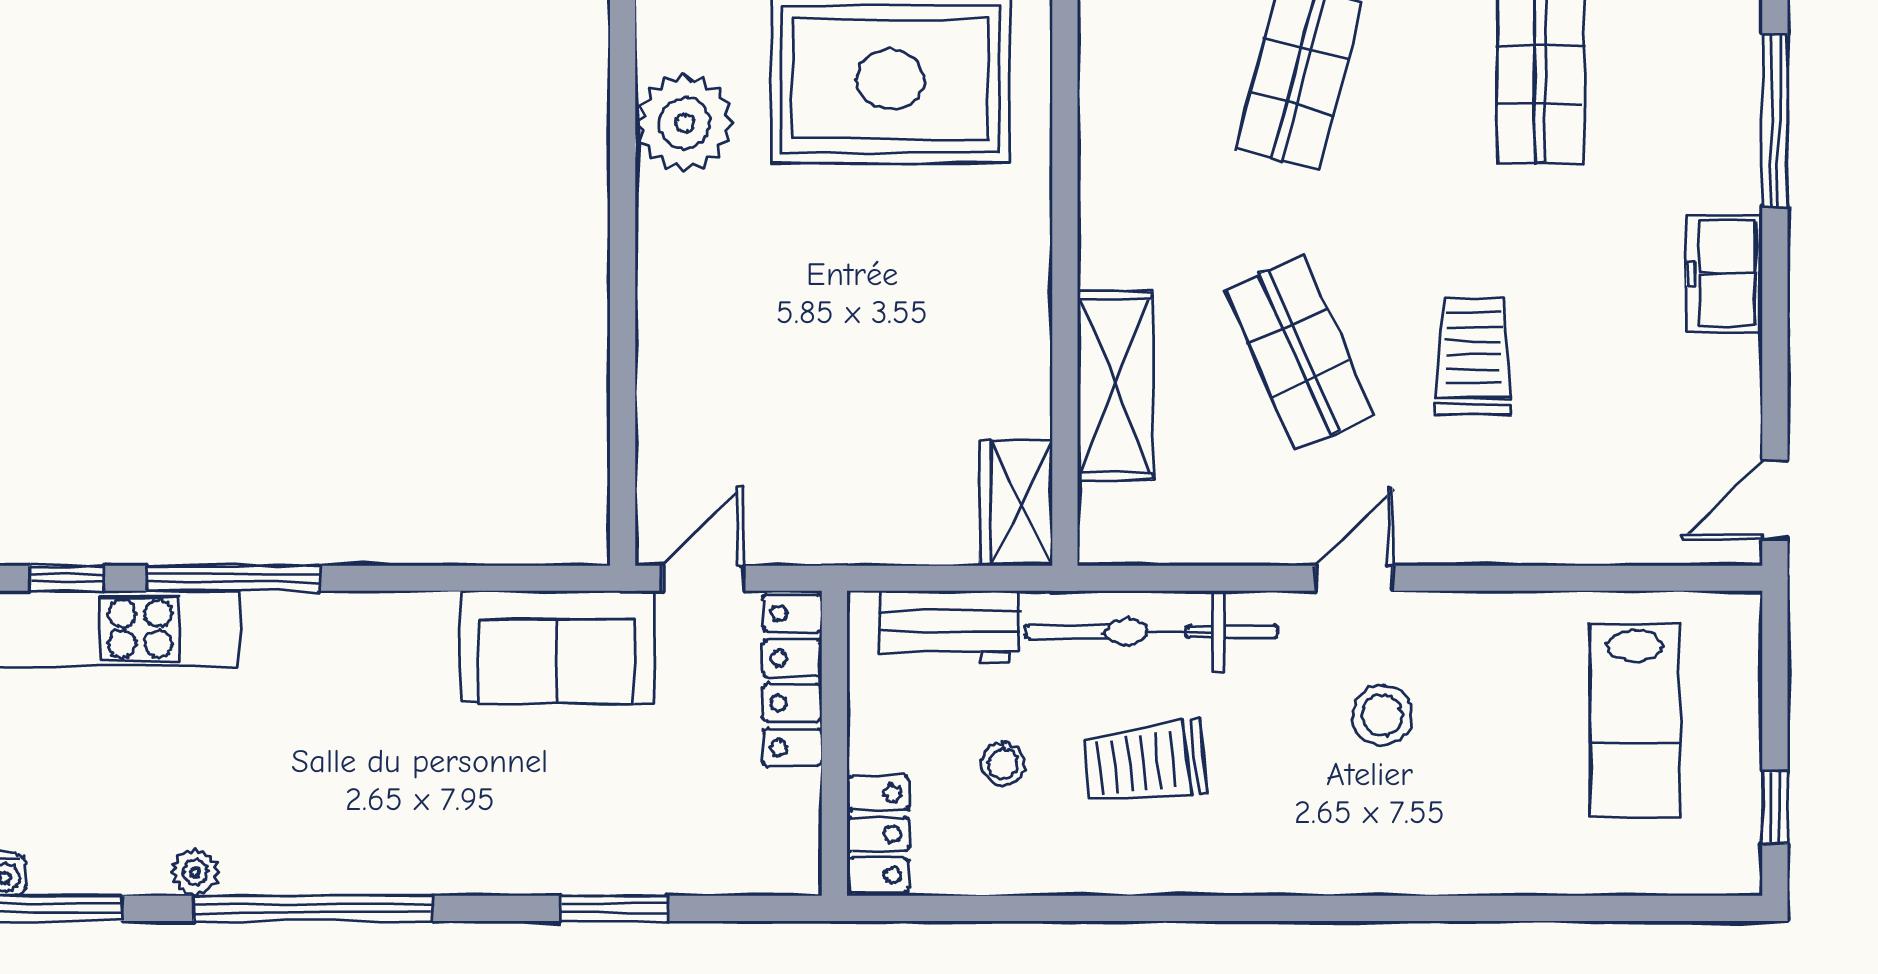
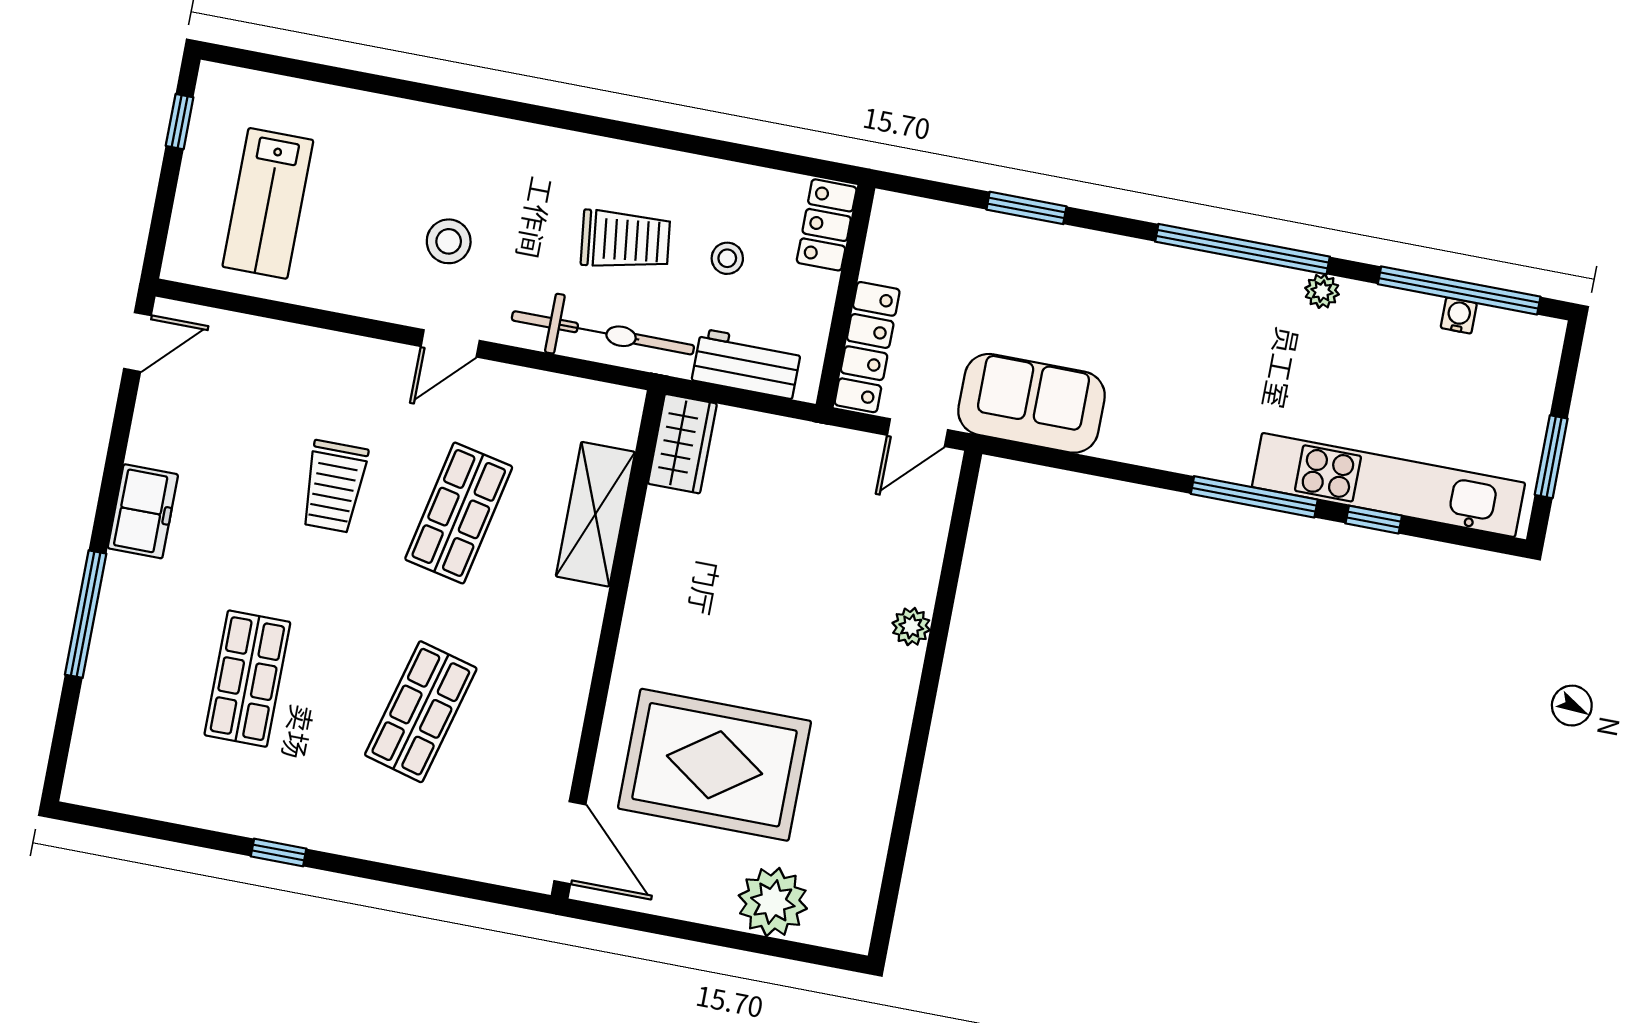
plant: (684, 123) -> (911, 627), moved, width x0.53, depth x0.53
shop shelf: (1299, 352) -> (459, 513), turned 36
lab bench: (1635, 720) -> (268, 203), turned 180

